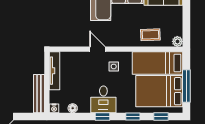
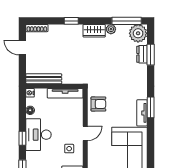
armchair: (66, 35) -> (98, 104), added
desk: (103, 99) -> (38, 135), width x1.37

